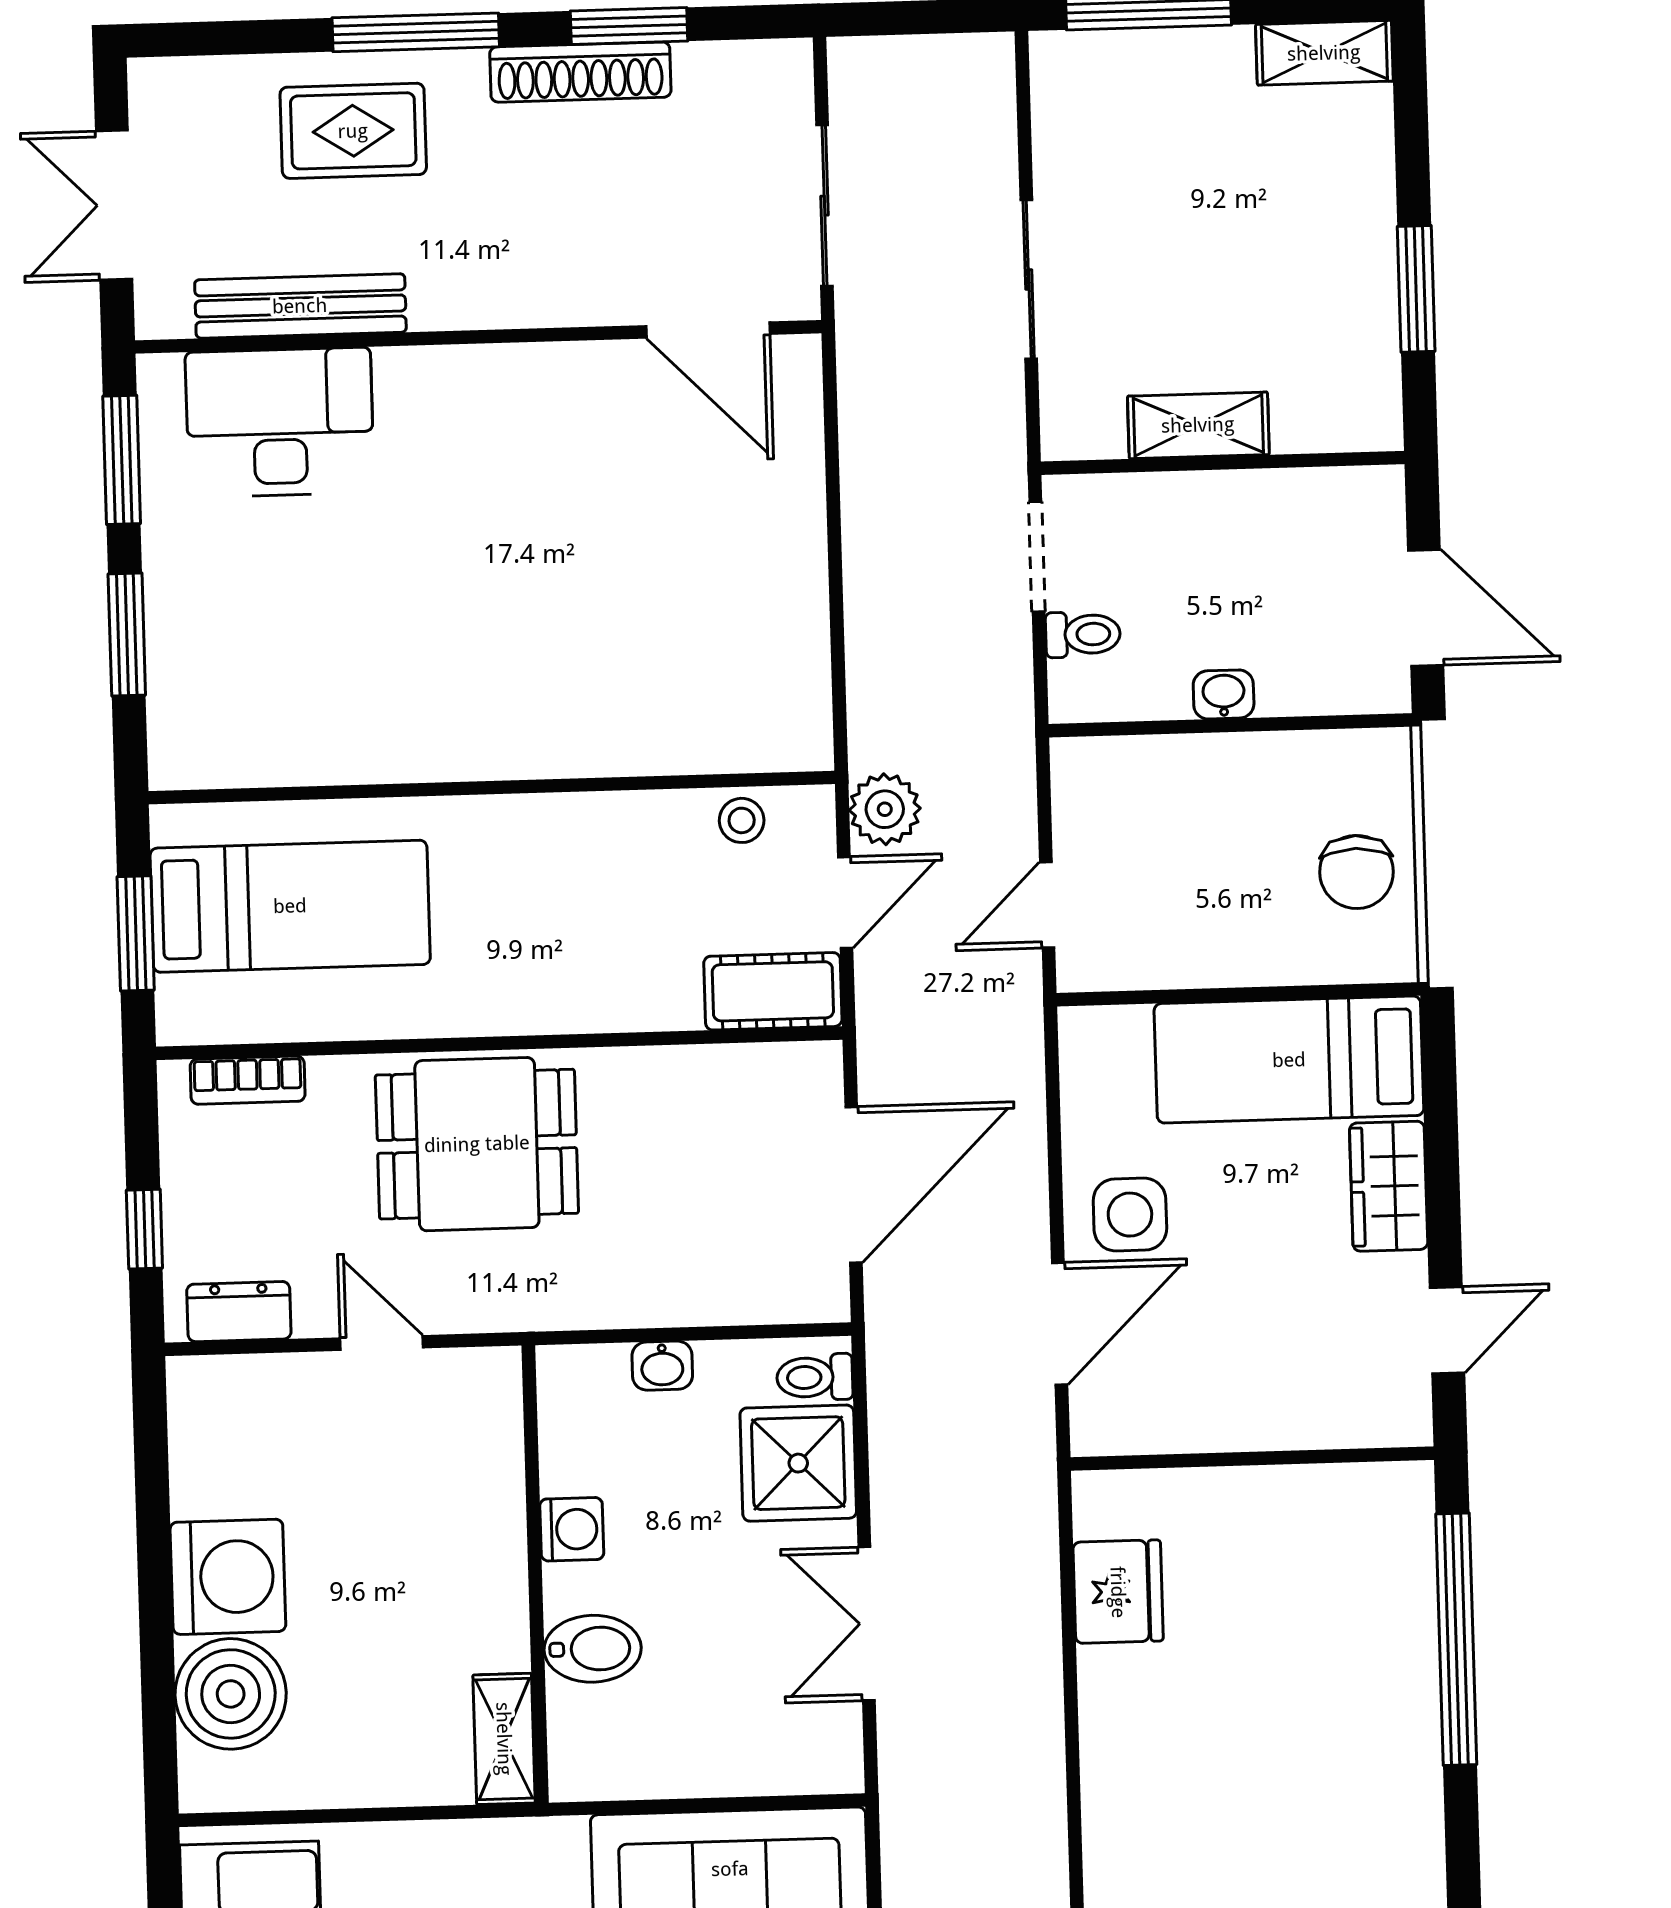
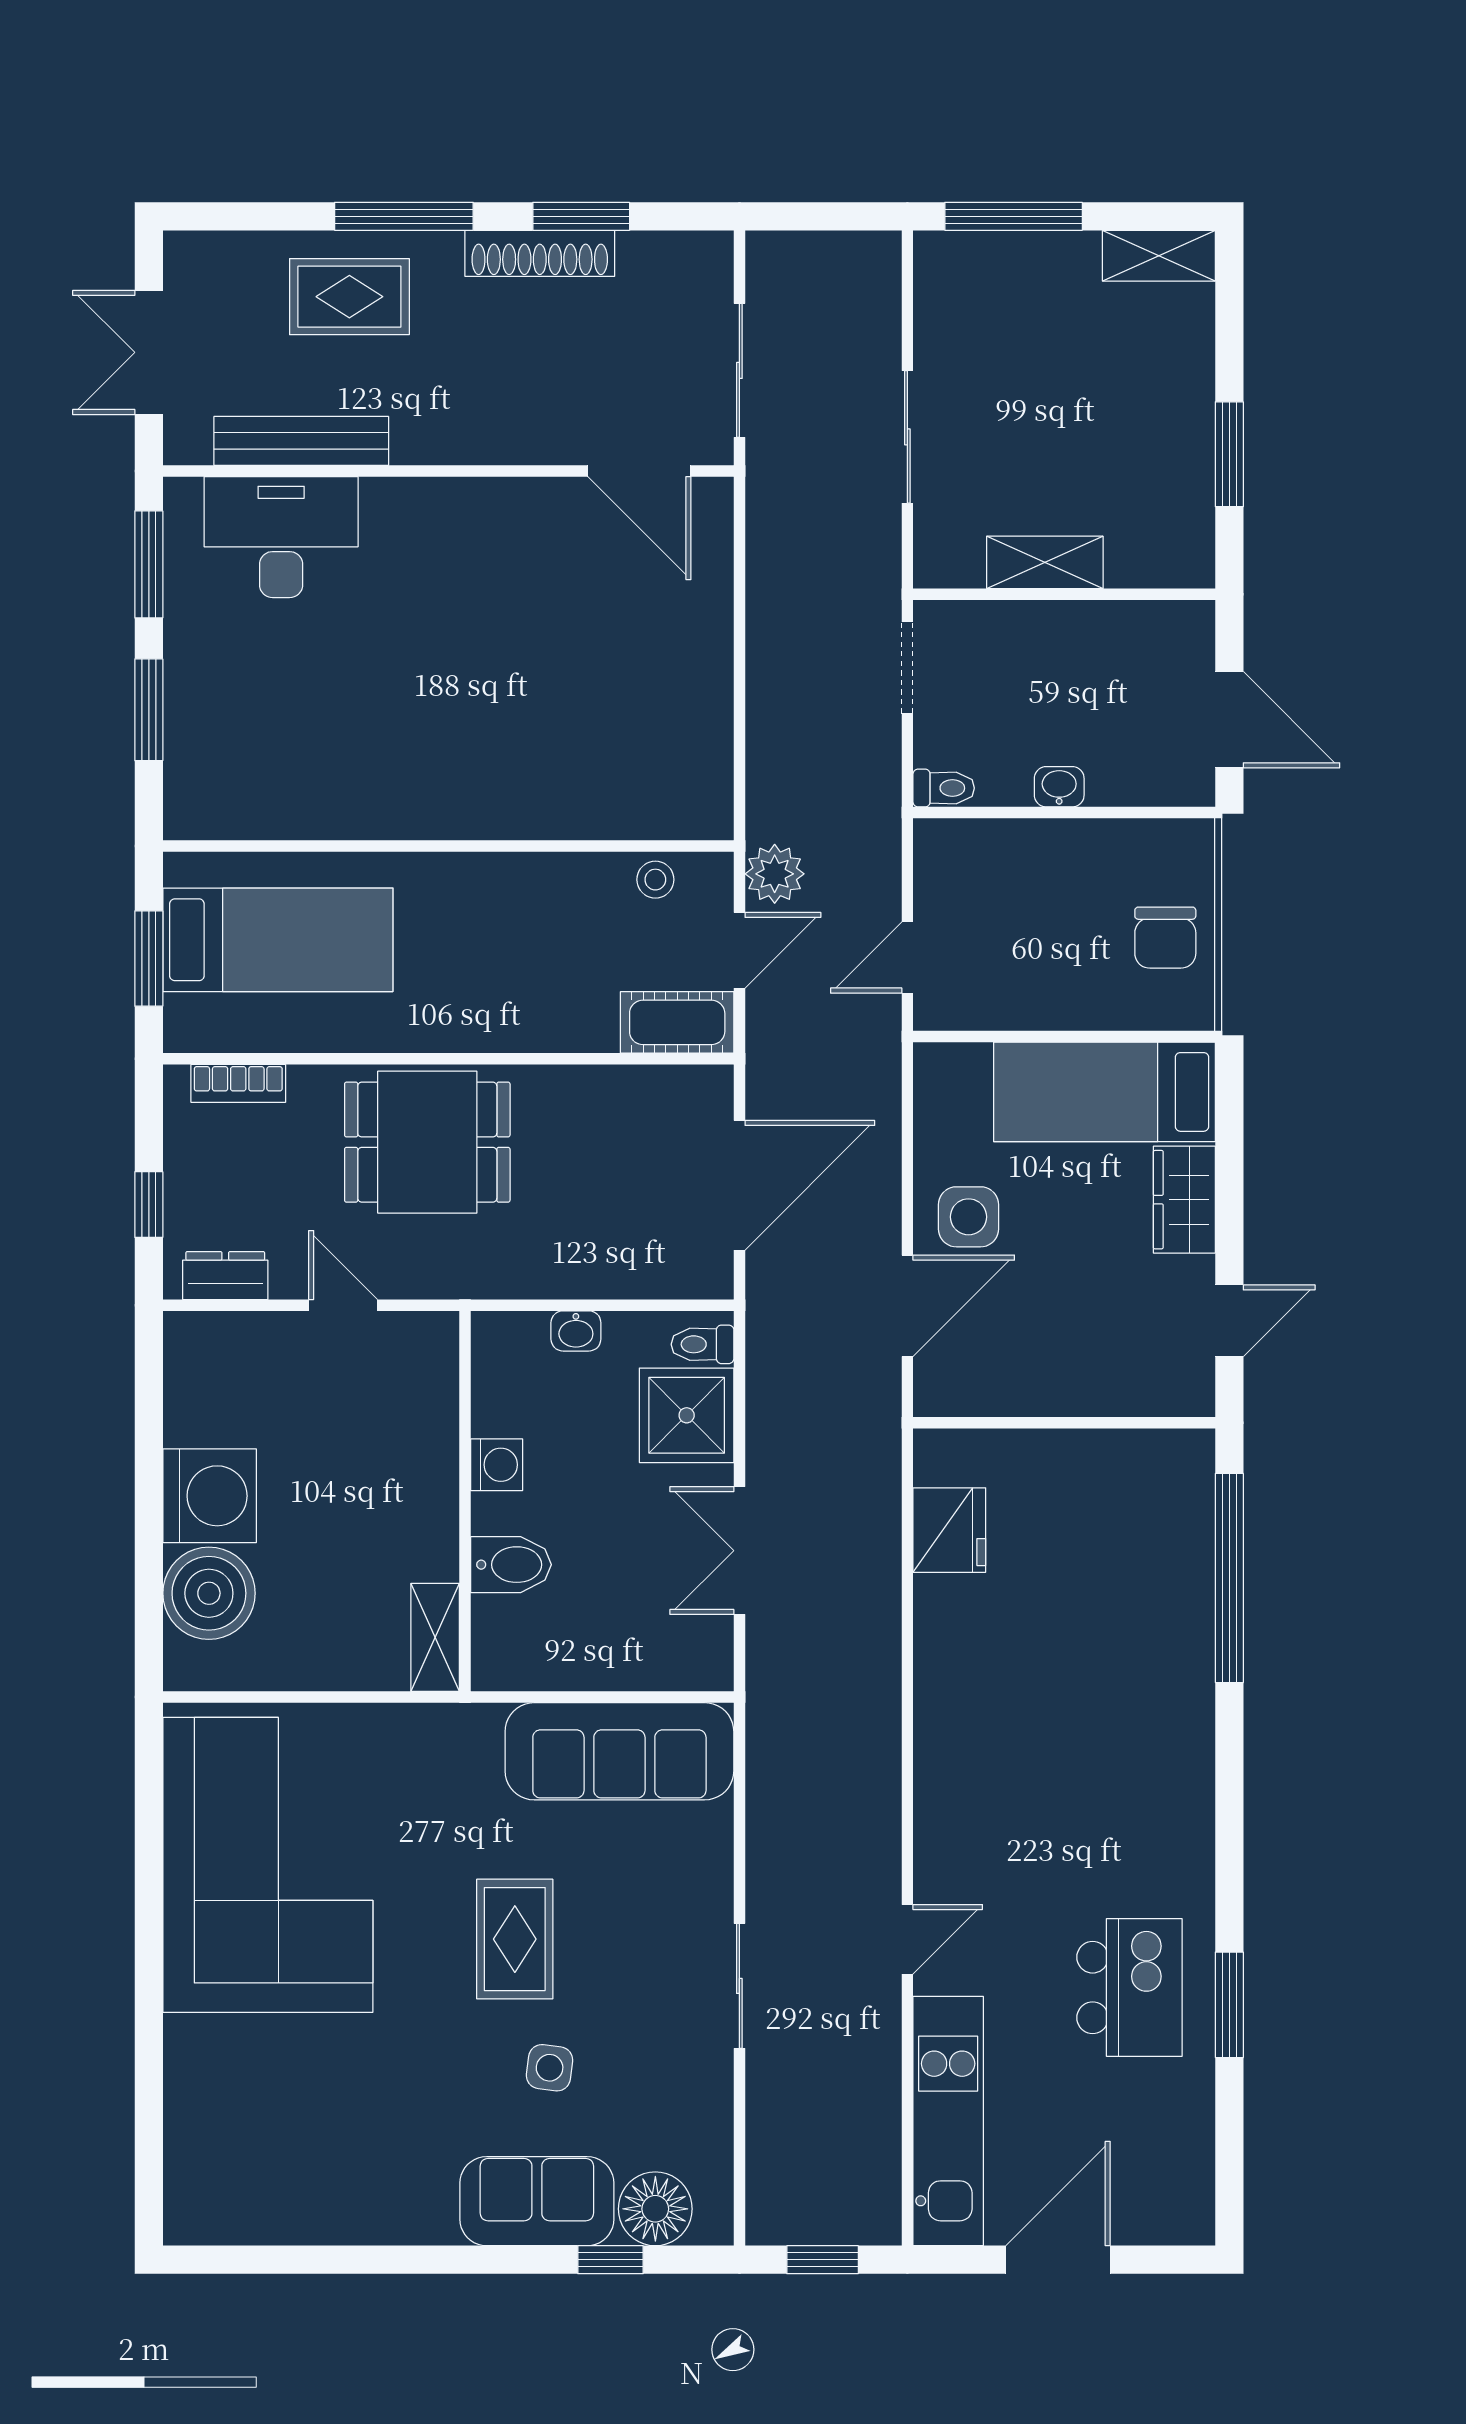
toilet: (1083, 634) -> (944, 788), moved

